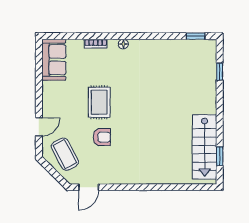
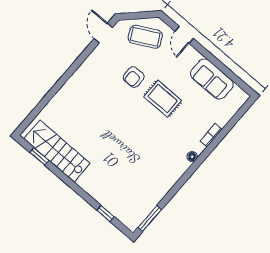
window: (195, 36) -> (150, 218), width x1.50
sofa: (54, 60) -> (212, 79), moved

